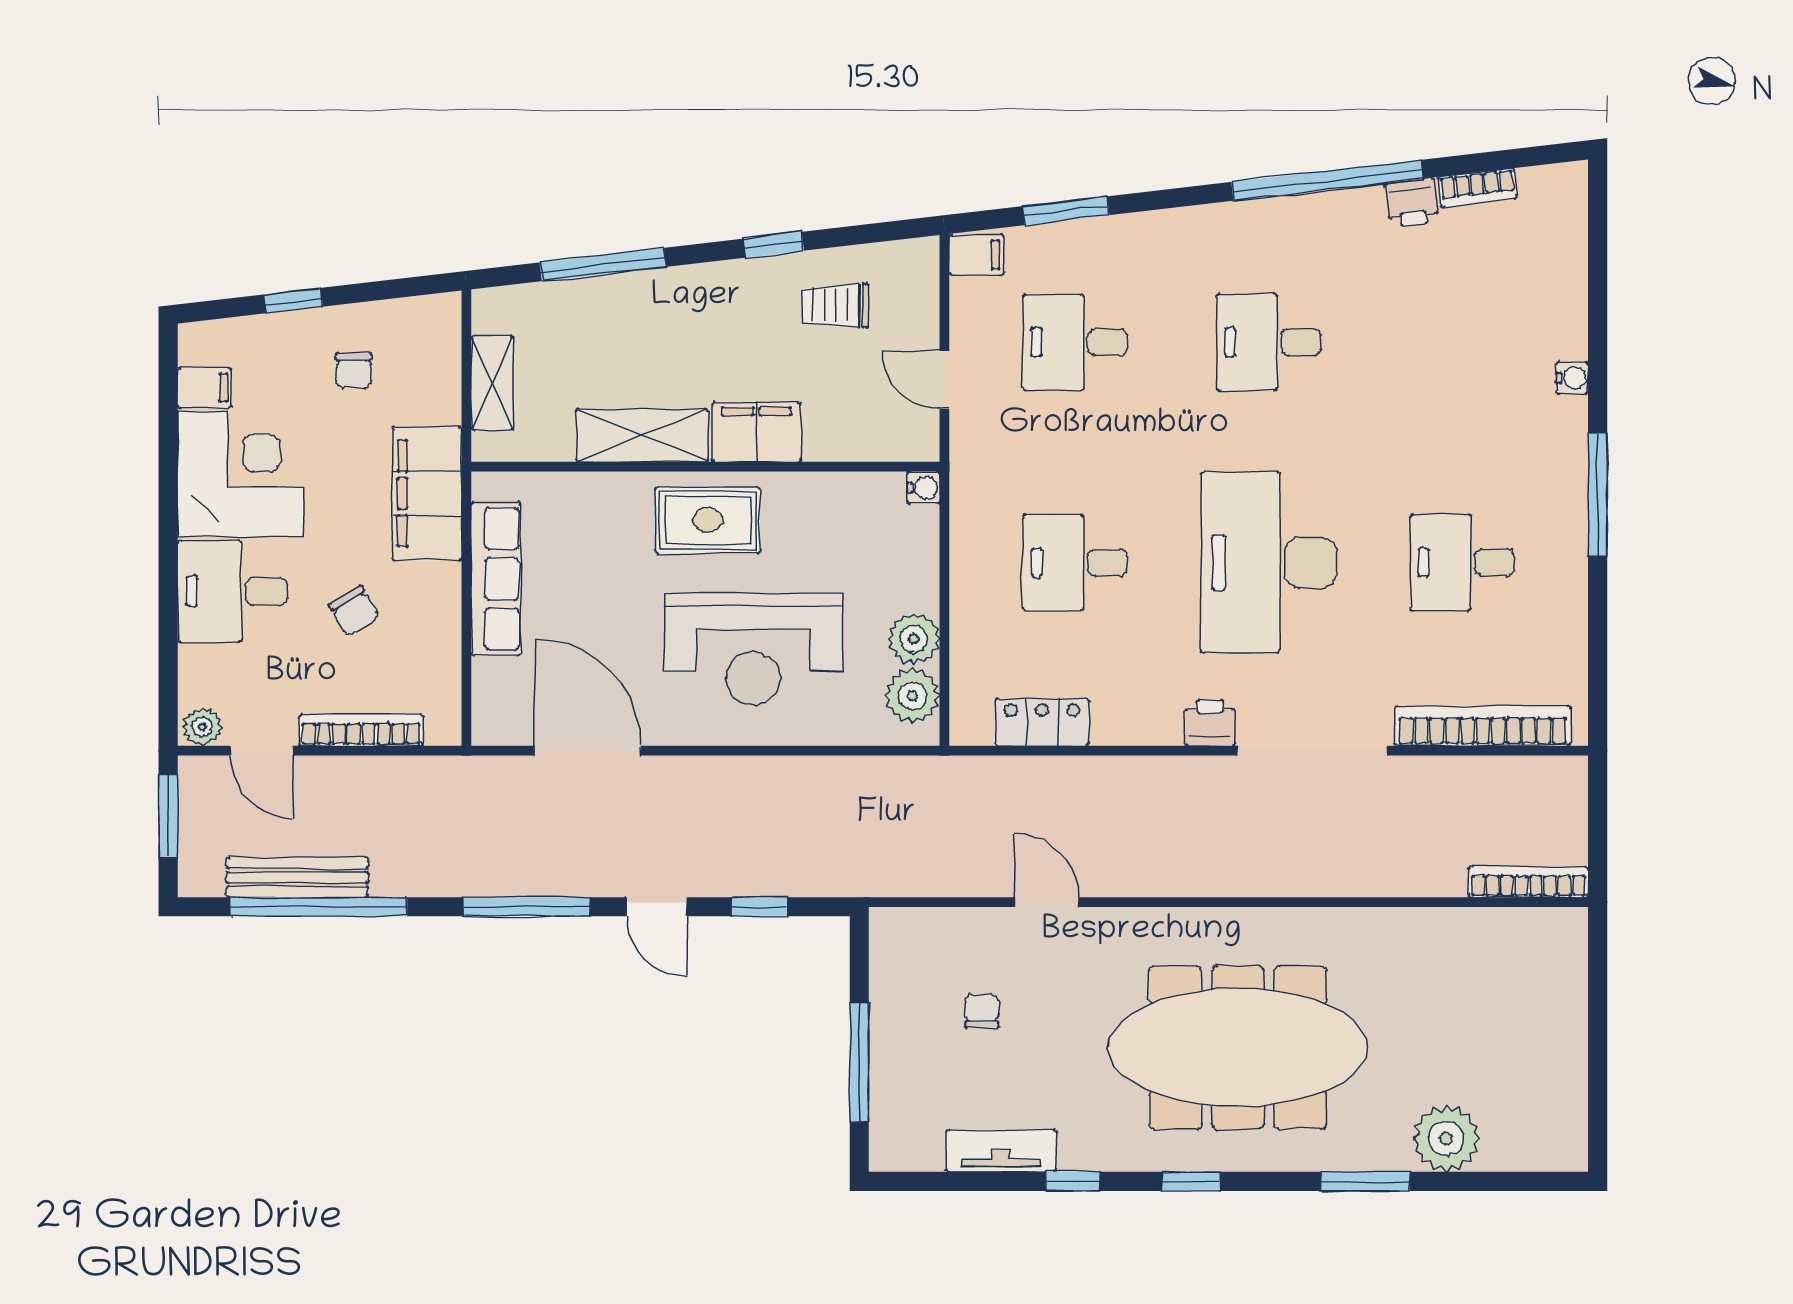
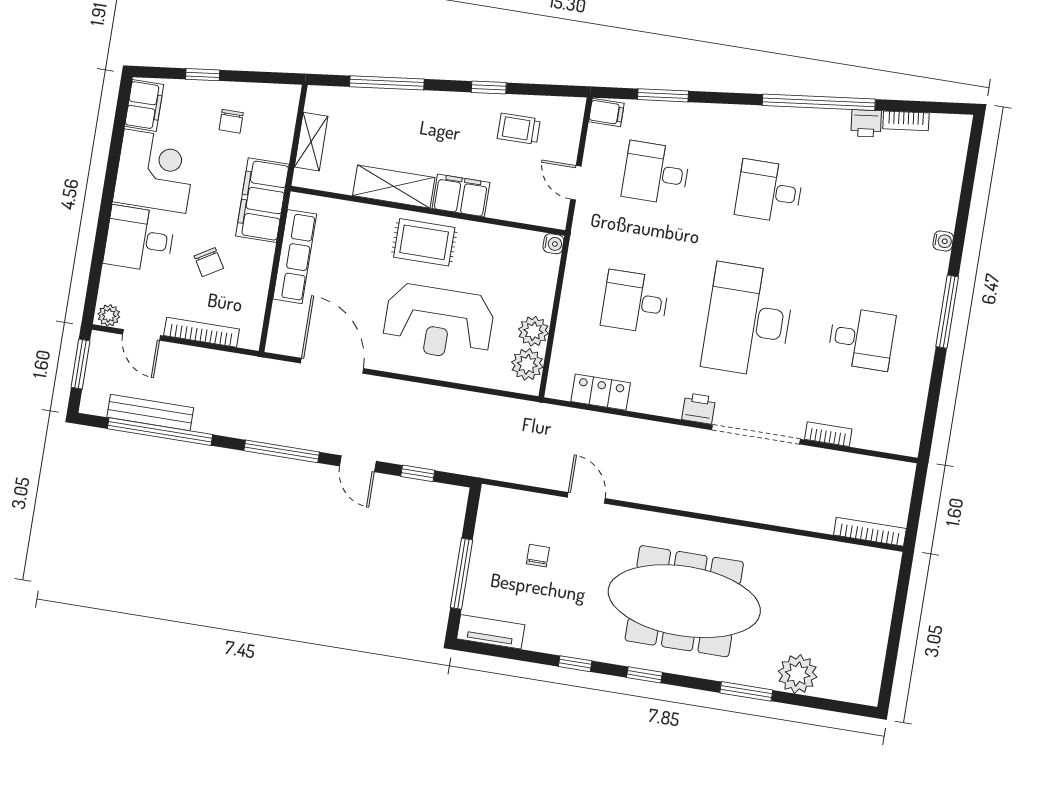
filing cabinet: (205, 388) -> (144, 105), width x2.00
desk: (1462, 563) -> (861, 339), turned 180
bookcase: (1483, 726) -> (828, 434), width x0.43, depth x0.76
tv unit: (1001, 1151) -> (491, 632), moved

